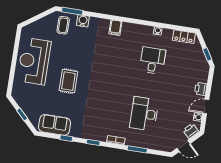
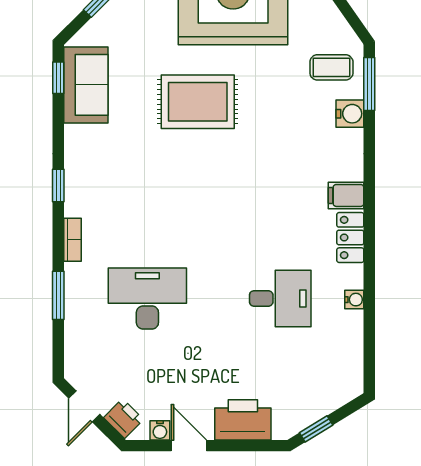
locker: (184, 37) -> (350, 237), moved
rug: (68, 81) -> (198, 102), width x1.36, depth x1.43
printer: (201, 89) -> (243, 420), width x1.87, depth x1.48
window: (66, 138) -> (58, 78), moved

